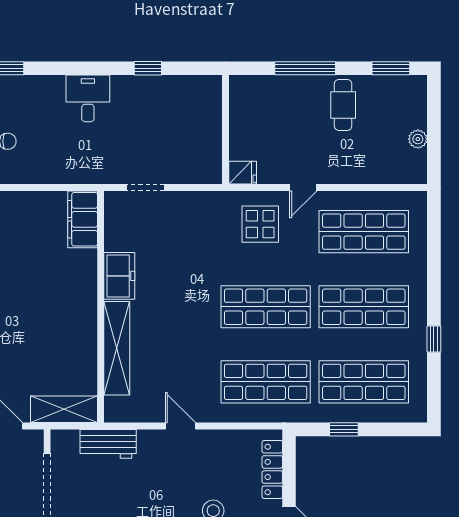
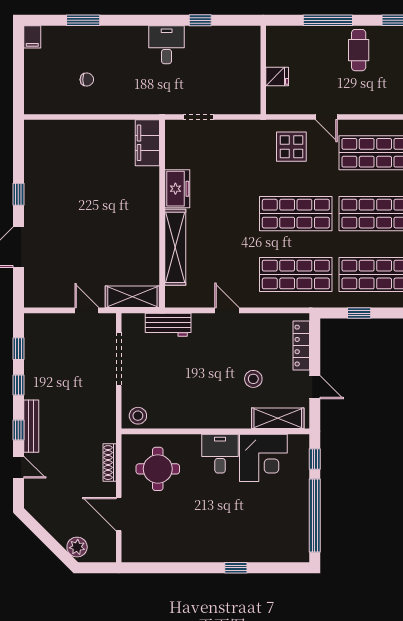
desk: (88, 98) -> (167, 45), moved
fridge: (243, 173) -> (277, 77), moved
door: (303, 187) -> (326, 117), hinge flipped

